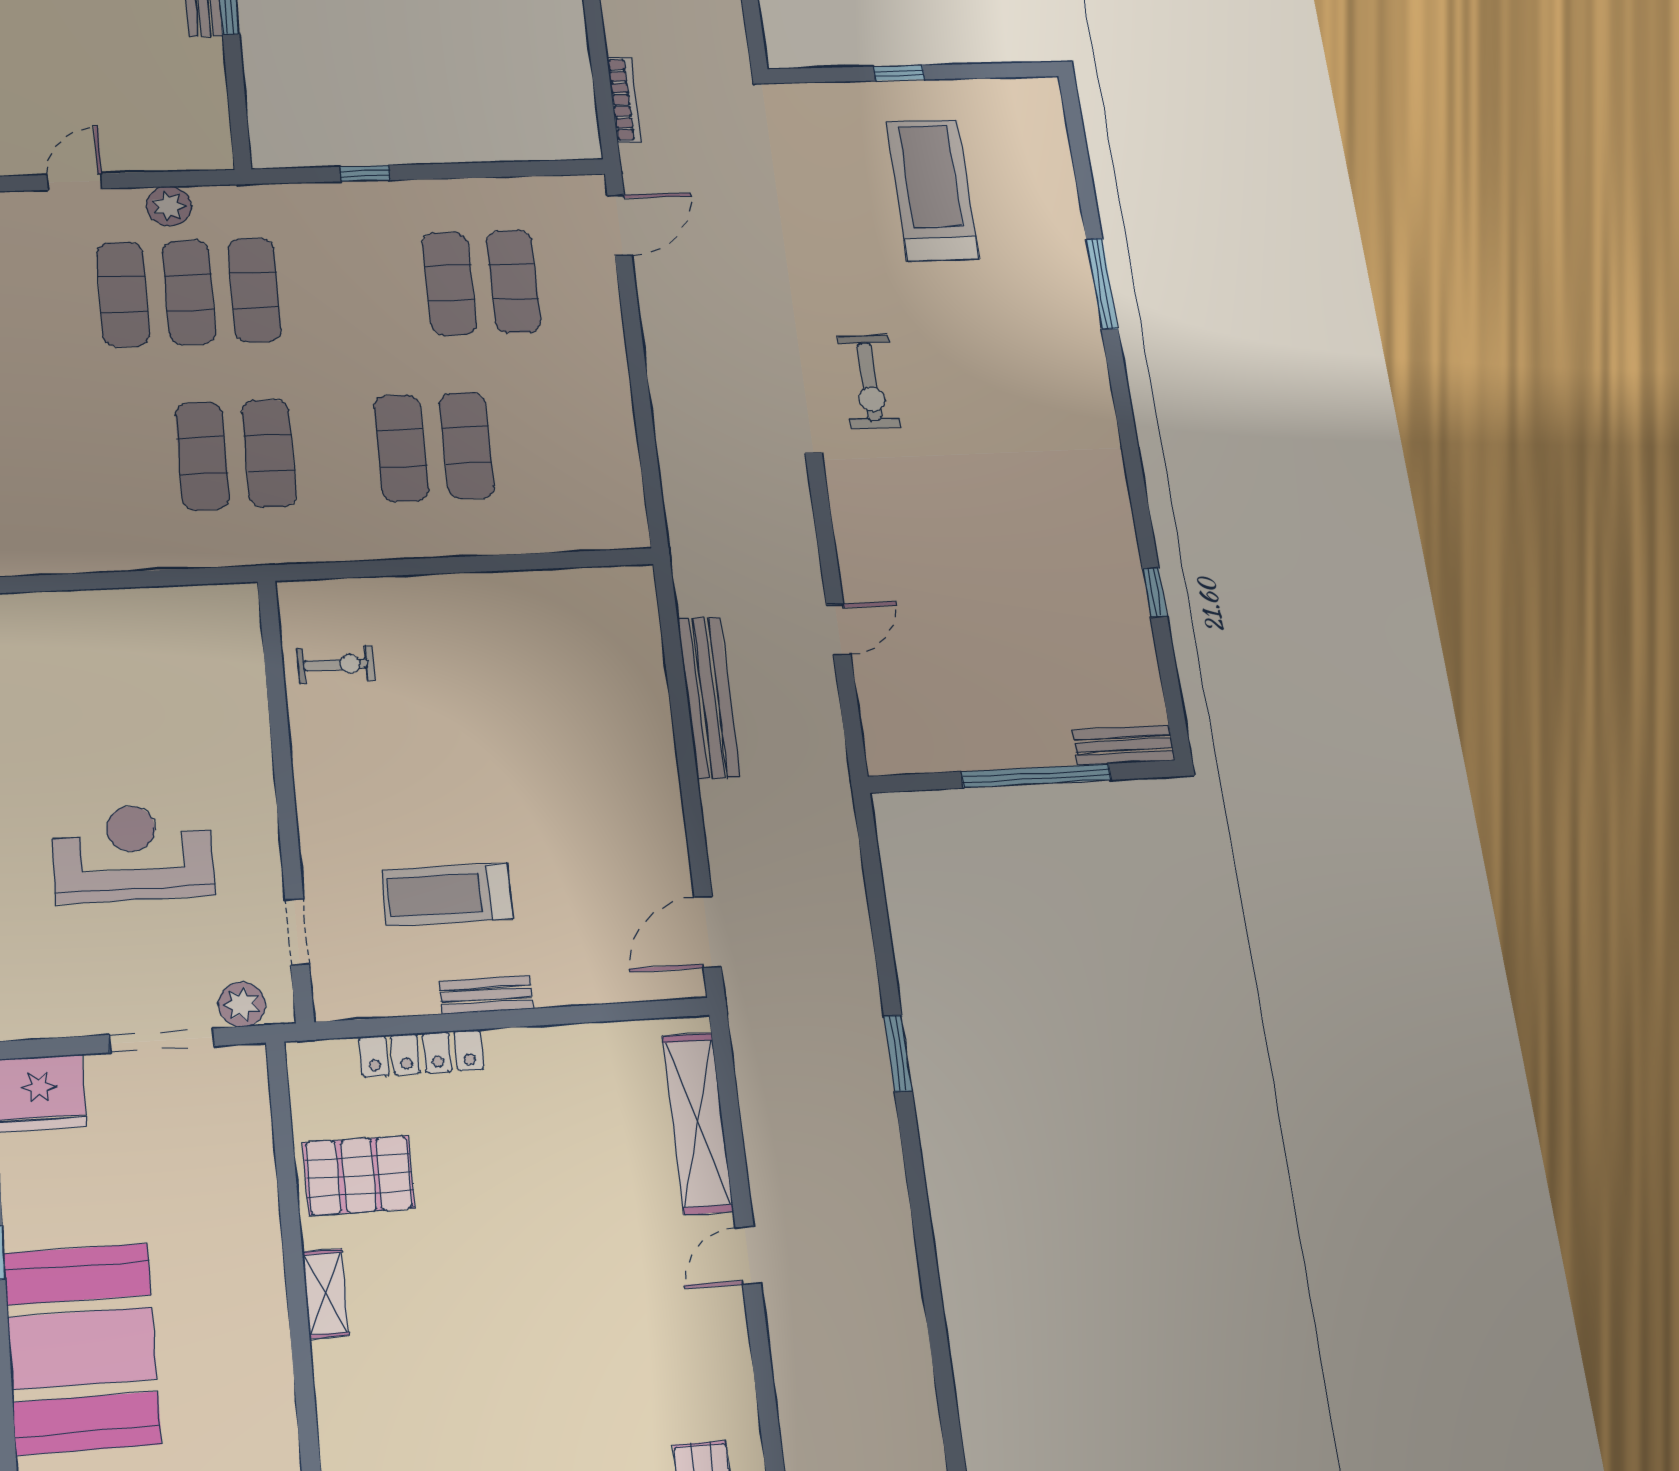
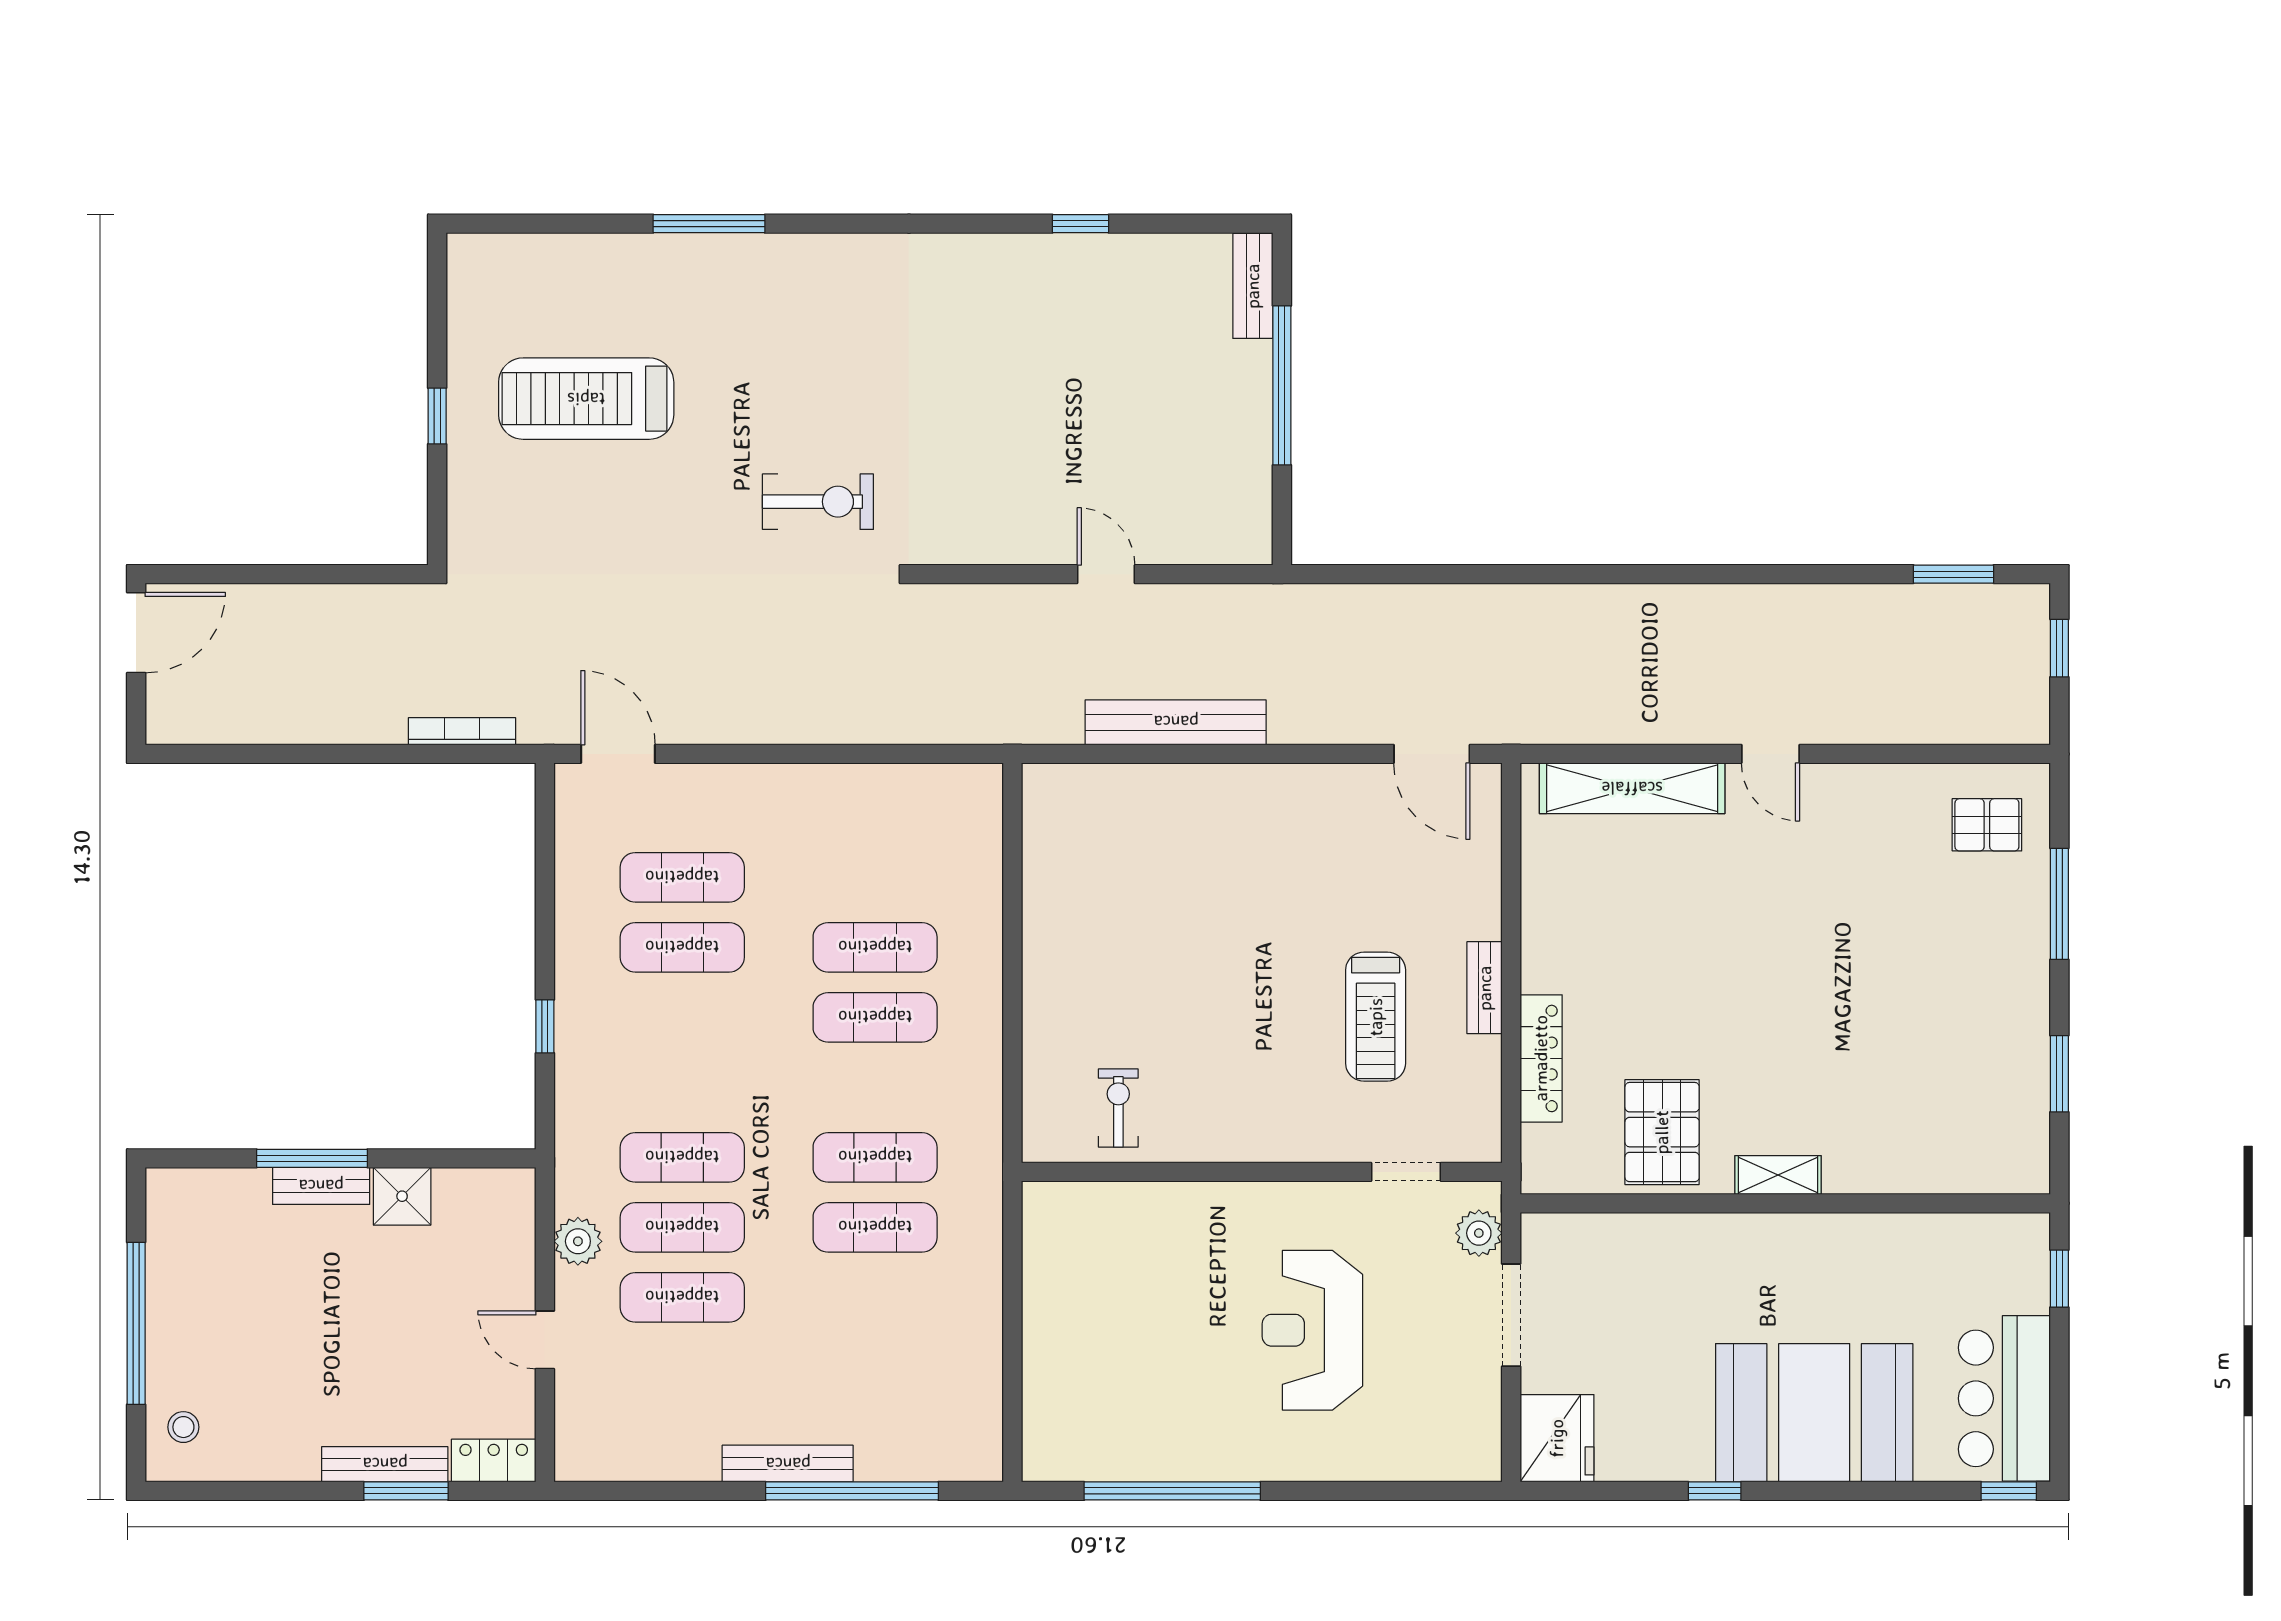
shower: (199, 63) -> (402, 1196), added
window: (898, 1053) -> (1953, 574), moved

